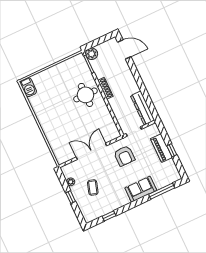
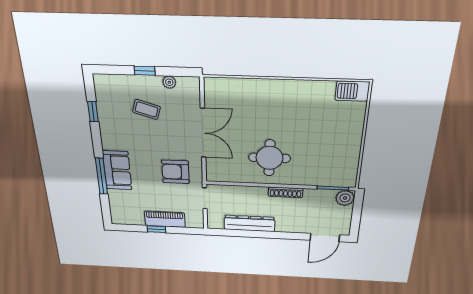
round table: (85, 95) -> (269, 158), moved
dresser: (143, 108) -> (249, 223), moved
window: (162, 191) -> (101, 176), moved

